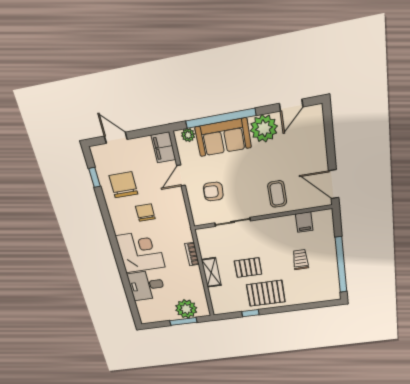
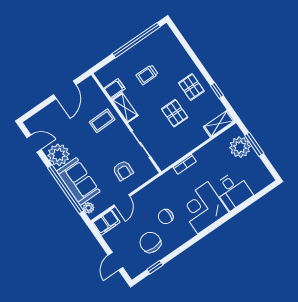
door: (181, 175) -> (122, 201), hinge flipped
door: (334, 184) -> (65, 90), moved
chair: (123, 185) -> (150, 242), turned 90
shelving: (279, 223) -> (125, 108), added
shelving: (211, 272) -> (219, 124), moved
pallet: (266, 293) -> (191, 87), width x0.67, depth x0.71

